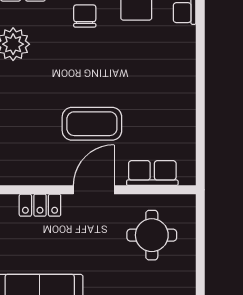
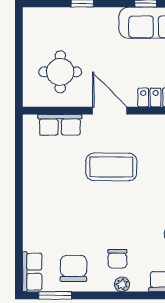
door: (94, 190) -> (110, 111), swing flipped

